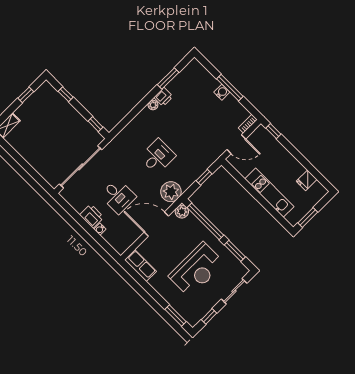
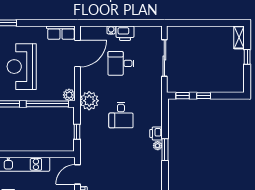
window: (168, 78) -> (165, 150), moved
window: (66, 94) -> (204, 96), moved
window: (26, 95) -> (247, 57), moved
printer: (163, 97) -> (156, 133), moved
sliding door: (81, 167) -> (164, 58), width x0.73
door: (156, 224) -> (78, 54), moved

